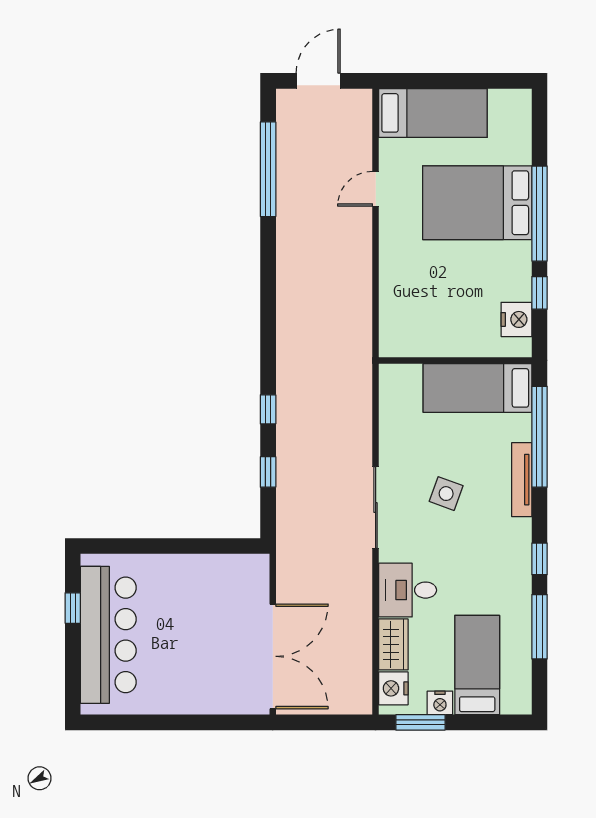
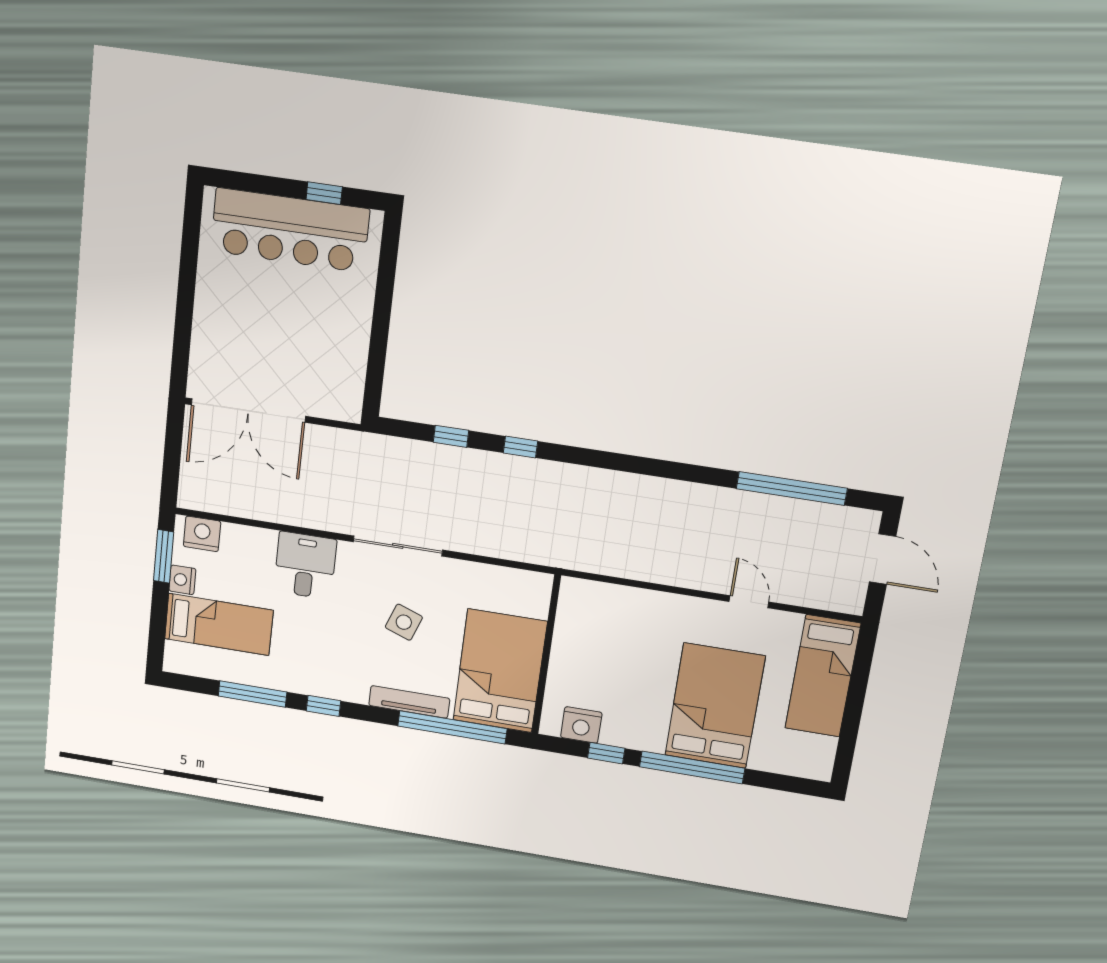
bed: (478, 388) -> (500, 671), width x1.50
wardrobe: (393, 644) -> (249, 541), removed

